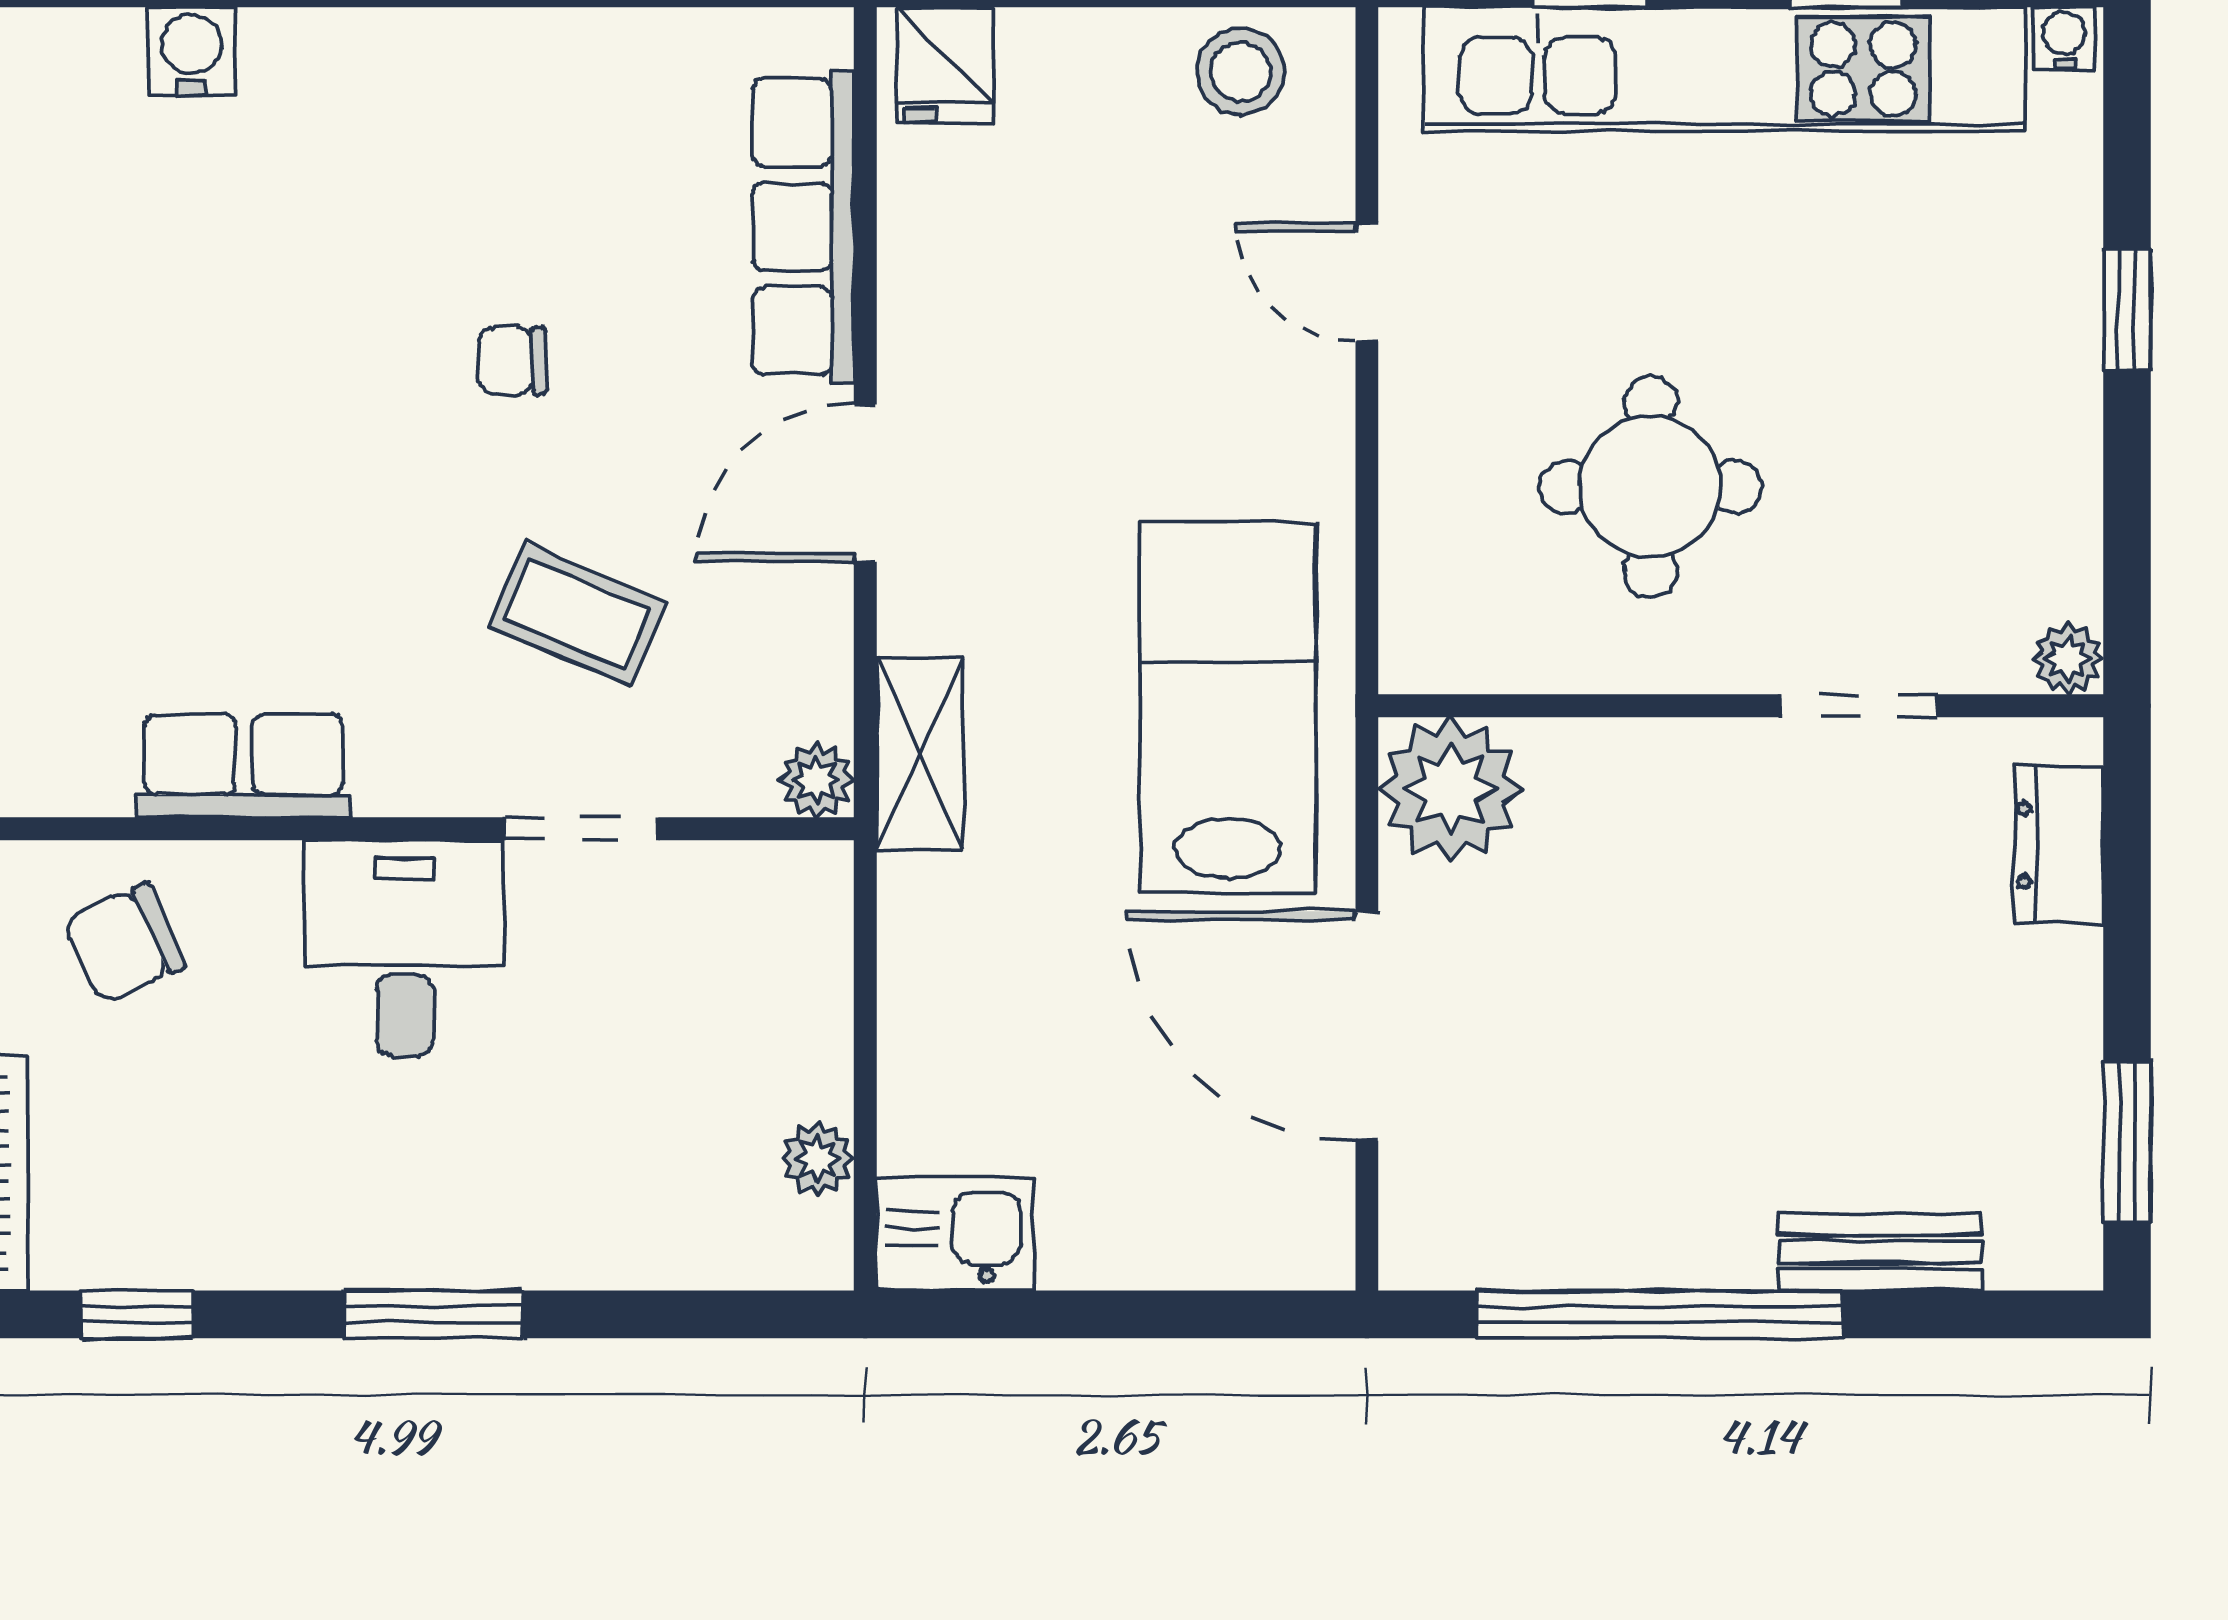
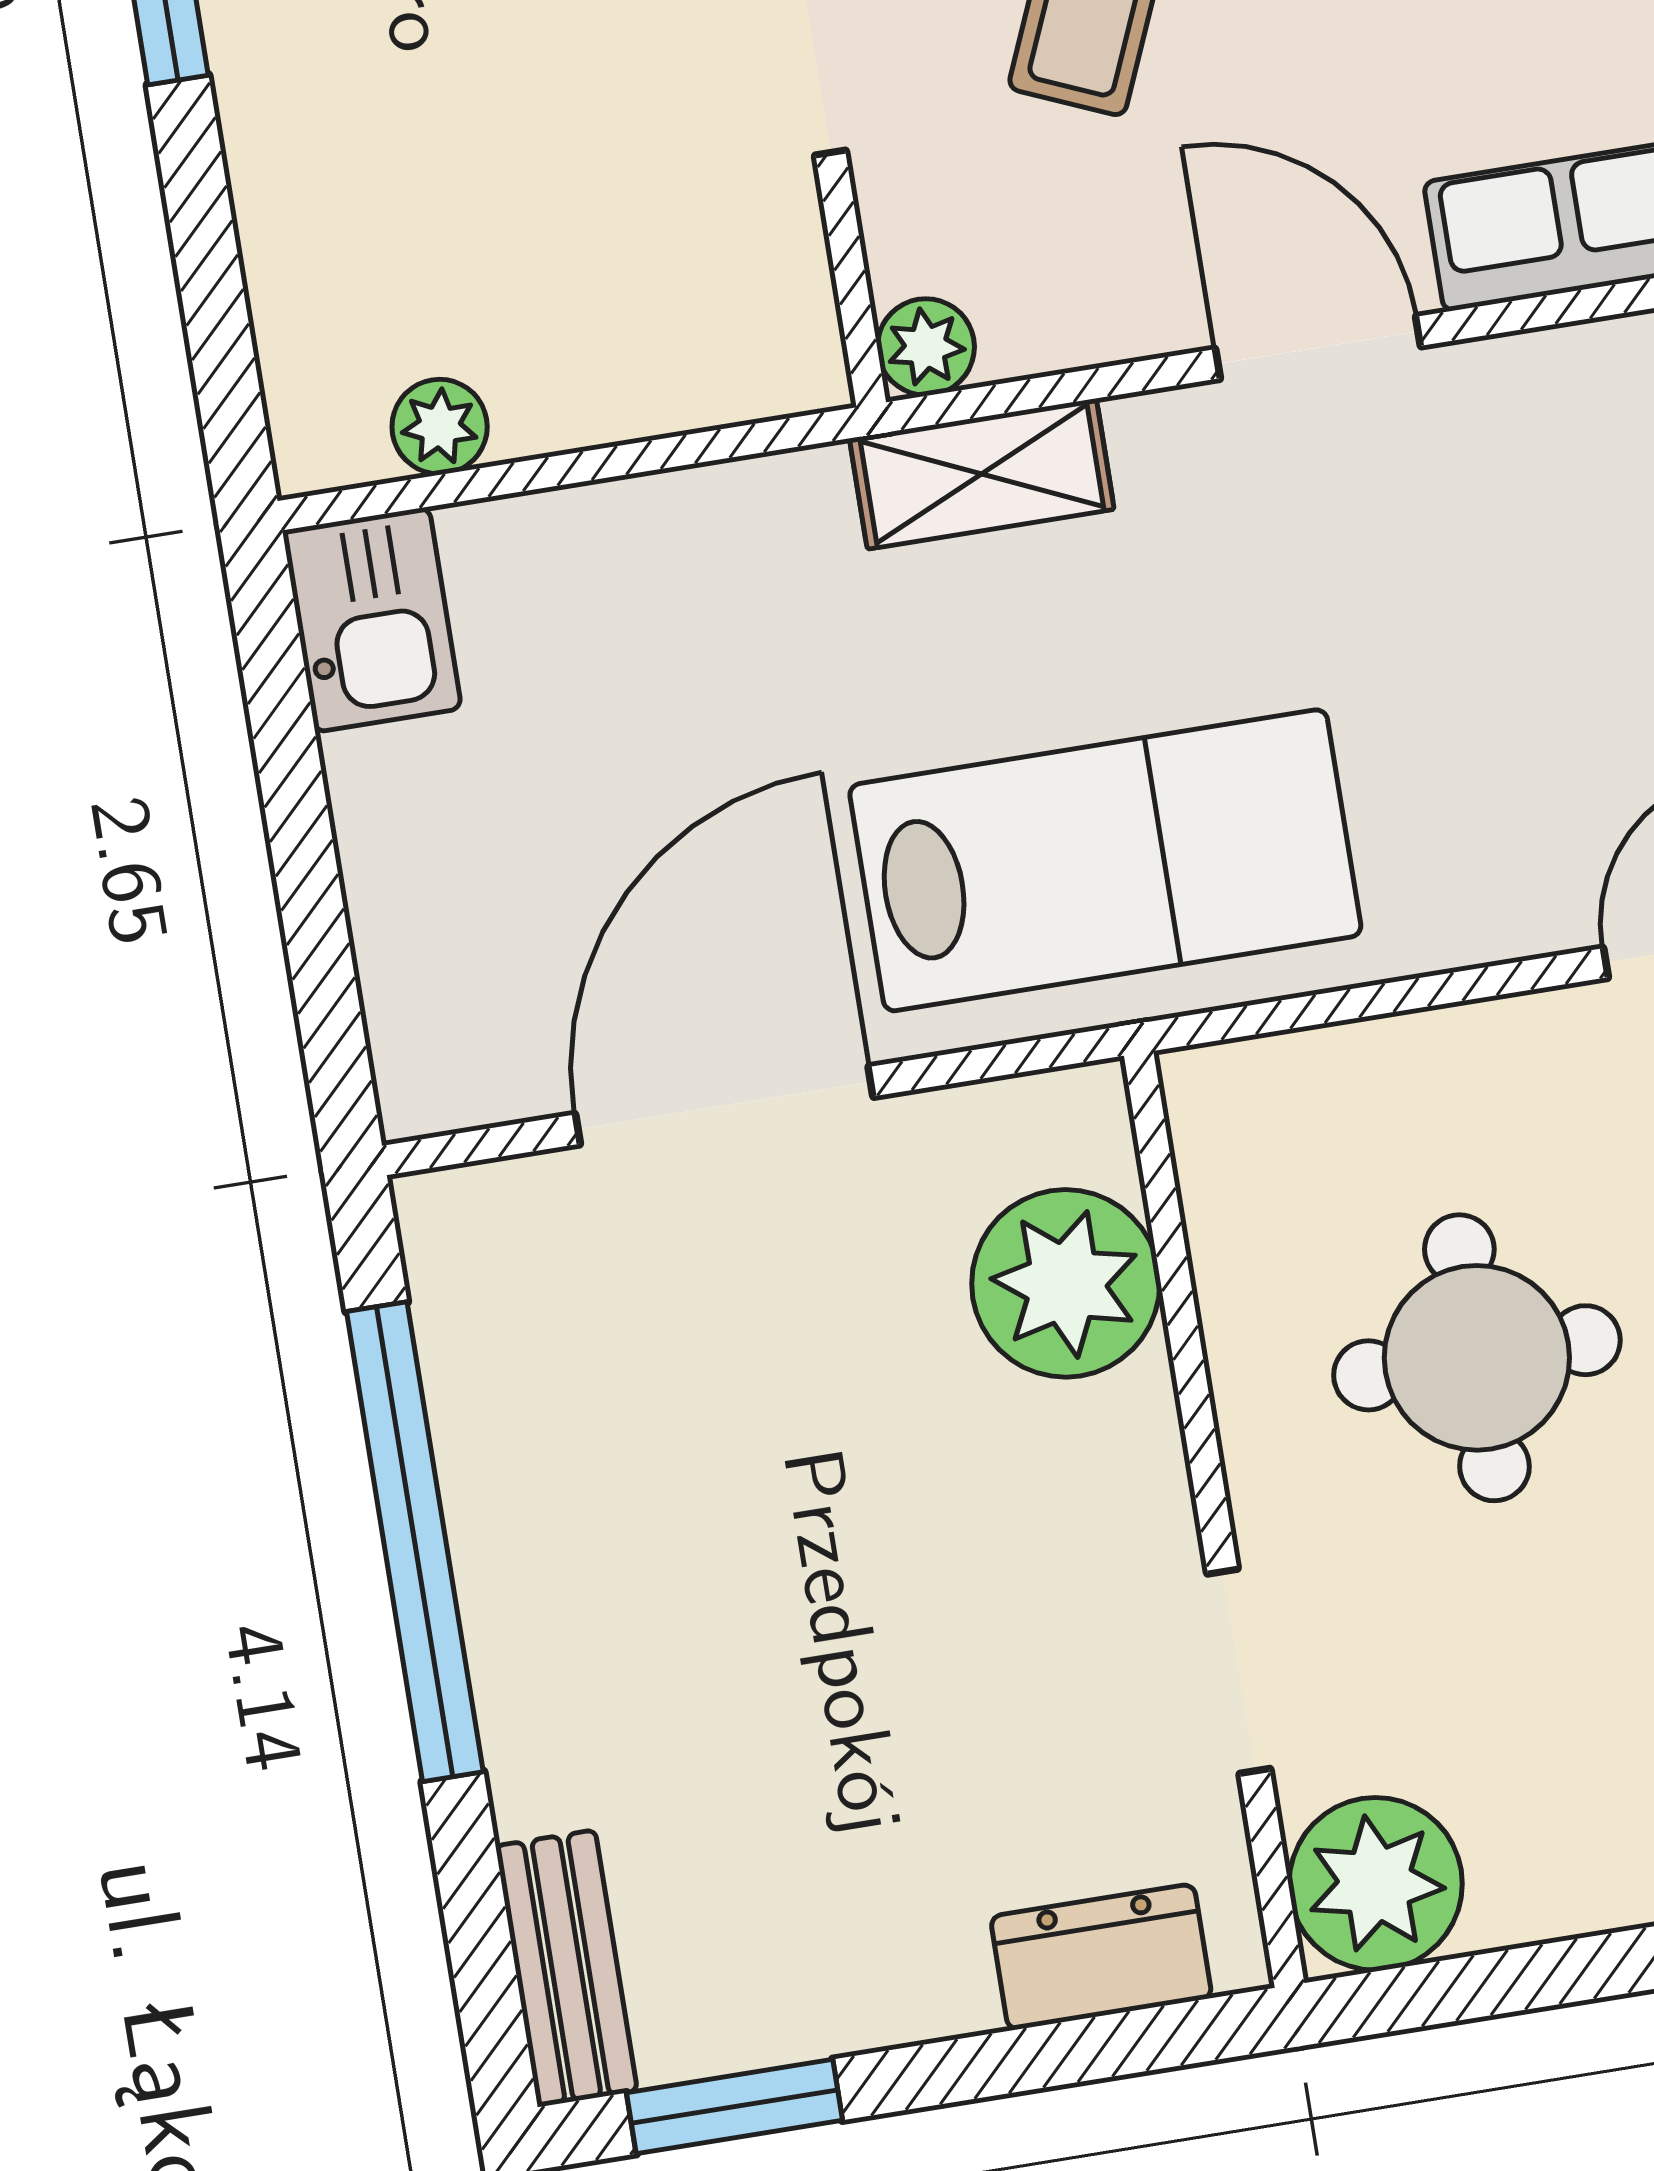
plant: (2068, 659) -> (1376, 1884), width x1.87, depth x1.87
plant: (1450, 789) -> (1066, 1283), moved
bench: (1880, 1252) -> (566, 1968), moved

